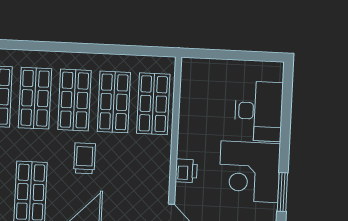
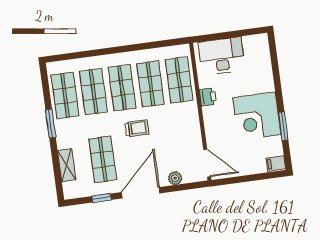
desk: (259, 111) -> (222, 56), moved, turned -90
trolley: (84, 158) -> (137, 128), turned 90
printer: (186, 171) -> (208, 97), moved

